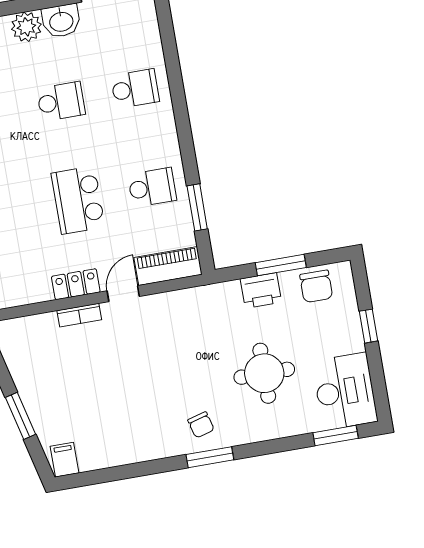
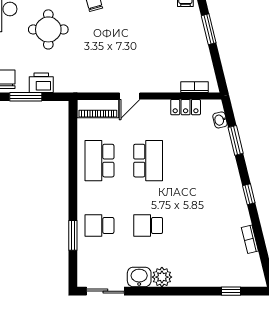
school desk: (152, 187) -> (99, 161), width x1.85
window: (197, 207) -> (73, 235), moved
locker: (76, 284) -> (186, 107), moved
bookcase: (79, 315) -> (194, 87), moved

